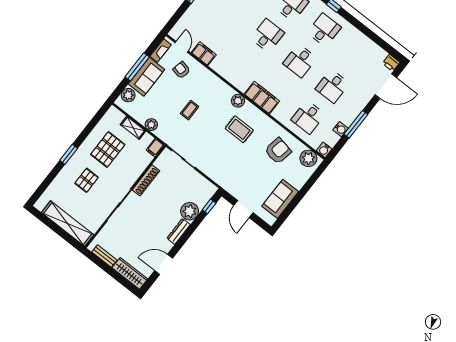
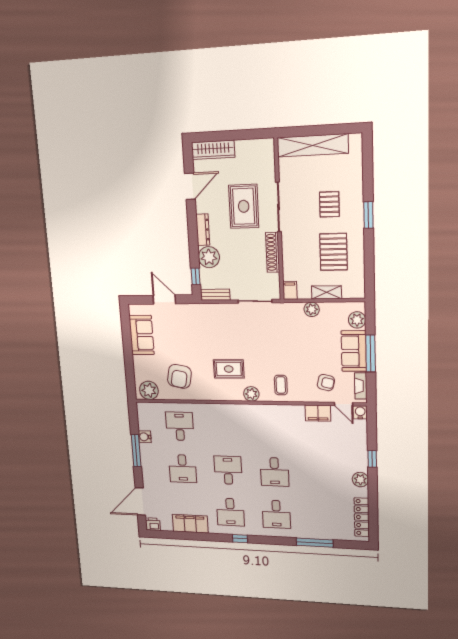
desk: (332, 86) -> (183, 469), turned 180
filing cabinet: (262, 98) -> (190, 524), moved, turned 180
coffee table: (190, 110) -> (281, 385), moved
water cooler: (324, 150) -> (360, 412), moved
rug: (140, 224) -> (244, 206), added
bench: (104, 256) -> (215, 295), moved

